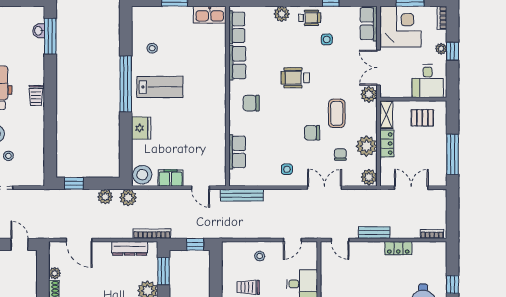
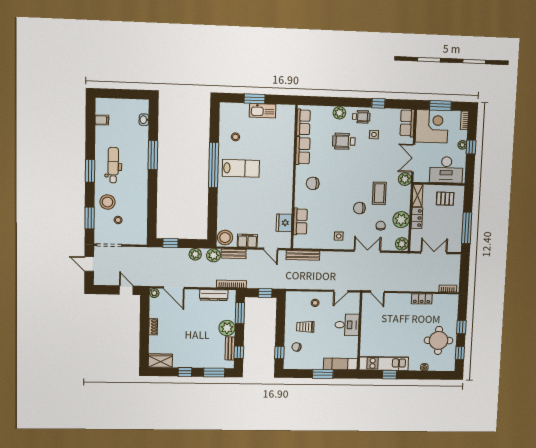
kitchen sink: (210, 15) -> (262, 111), moved
window: (50, 36) -> (153, 155), moved
wheelchair: (295, 78) -> (344, 141), moved
desk: (428, 81) -> (446, 170), width x1.37
trolley: (36, 96) -> (141, 172), removed
fridge: (141, 128) -> (284, 223), moved, turned 180
bench: (374, 233) -> (234, 254), moved
plant: (55, 273) -> (154, 293), moved

